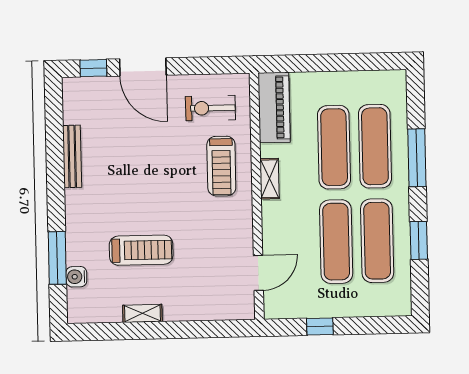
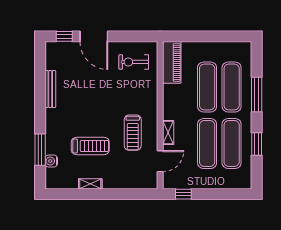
treadmill: (221, 166) -> (133, 133), moved
shelving: (270, 179) -> (168, 133), moved
window: (320, 327) -> (183, 194), moved

